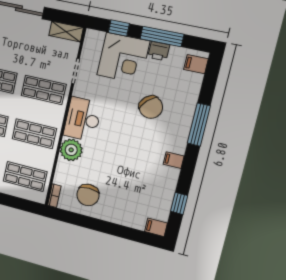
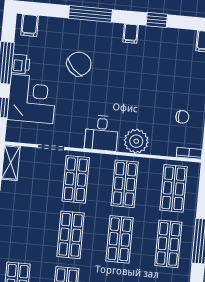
desk: (83, 119) -> (102, 133), width x0.73
chair: (88, 195) -> (182, 117), width x0.54, depth x0.54
window: (179, 204) -> (157, 20), moved

